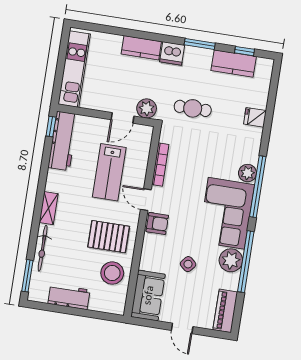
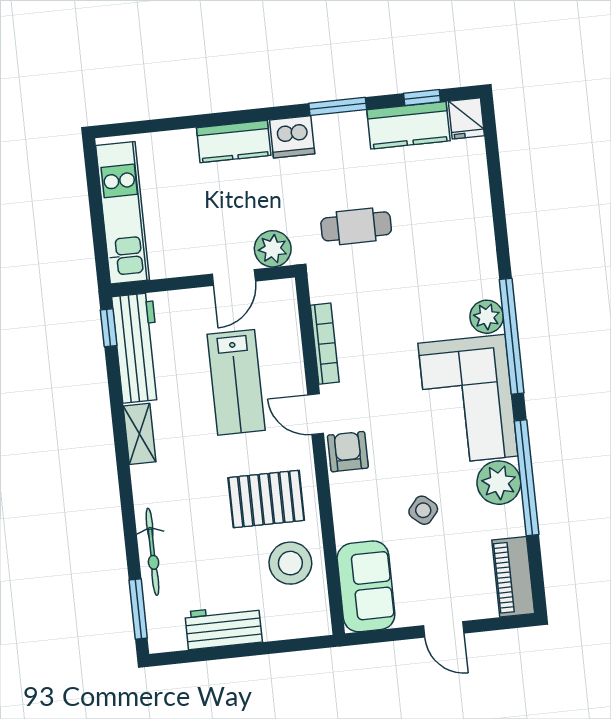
fridge: (255, 117) -> (466, 118), moved, turned -90
shelving: (49, 208) -> (139, 434), moved
armchair: (157, 223) -> (348, 452), turned -90

